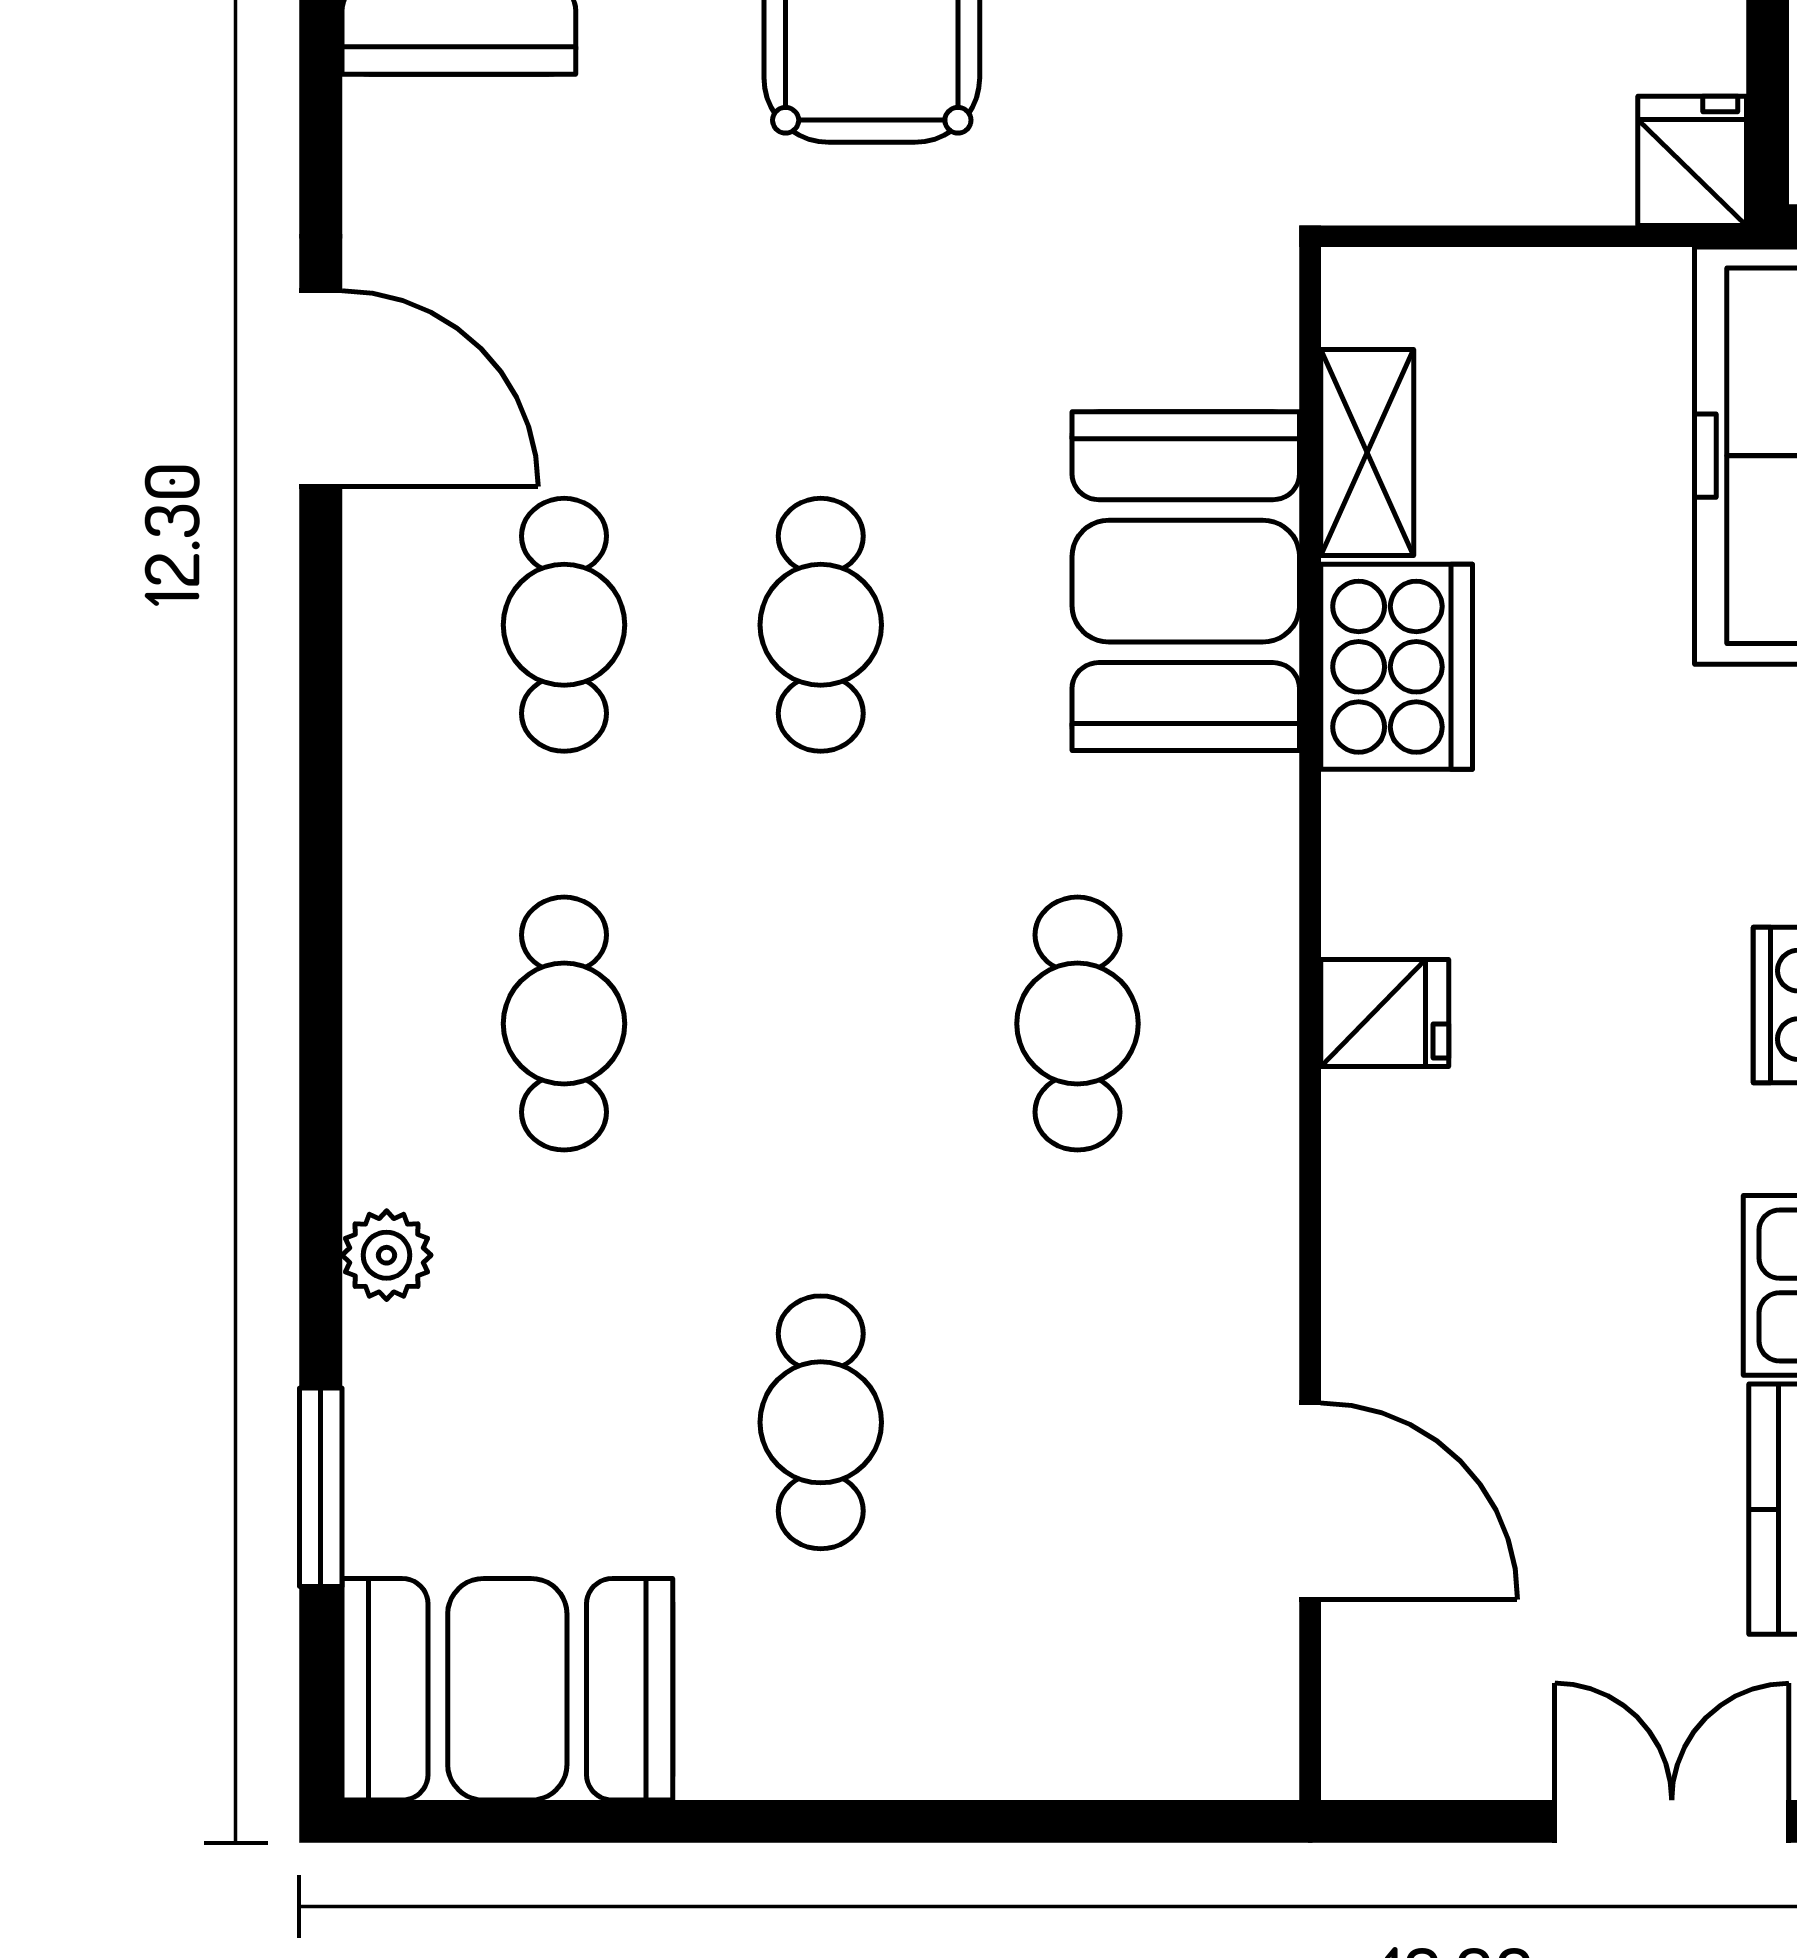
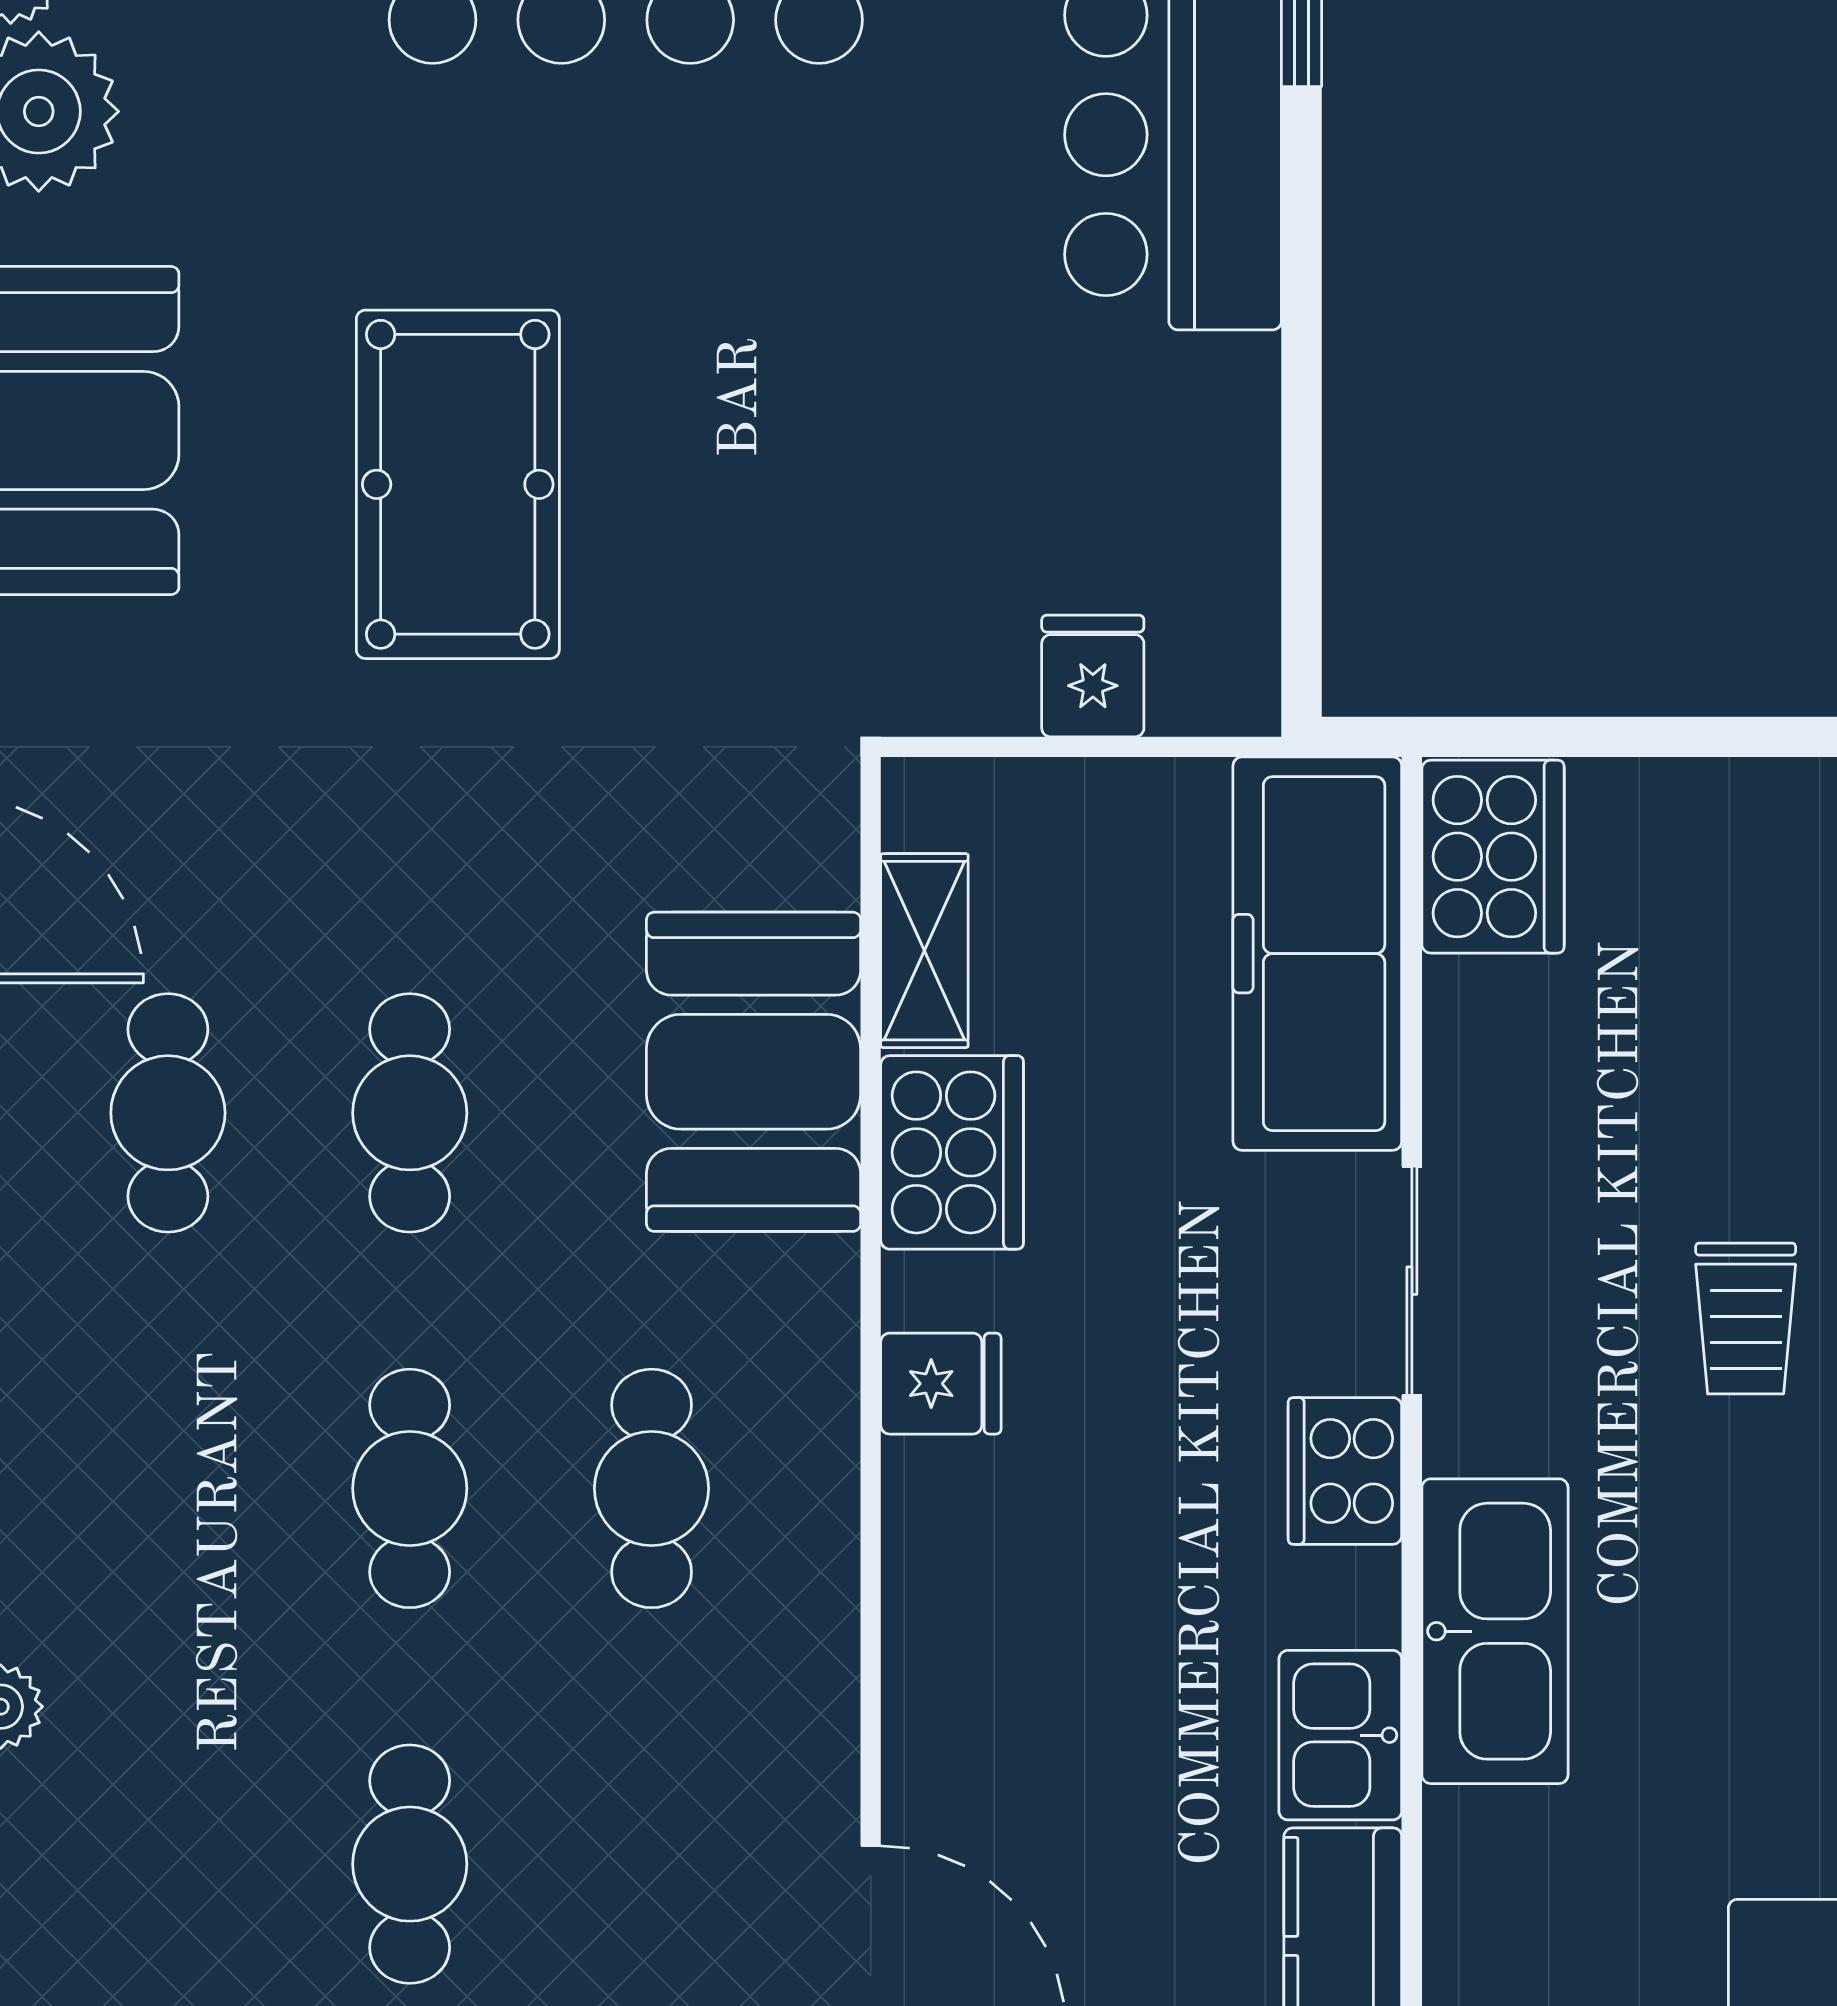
fridge: (1692, 161) -> (1093, 676), moved
fridge: (1385, 1013) -> (941, 1384), moved
cafe table: (564, 1024) -> (410, 1488), moved

